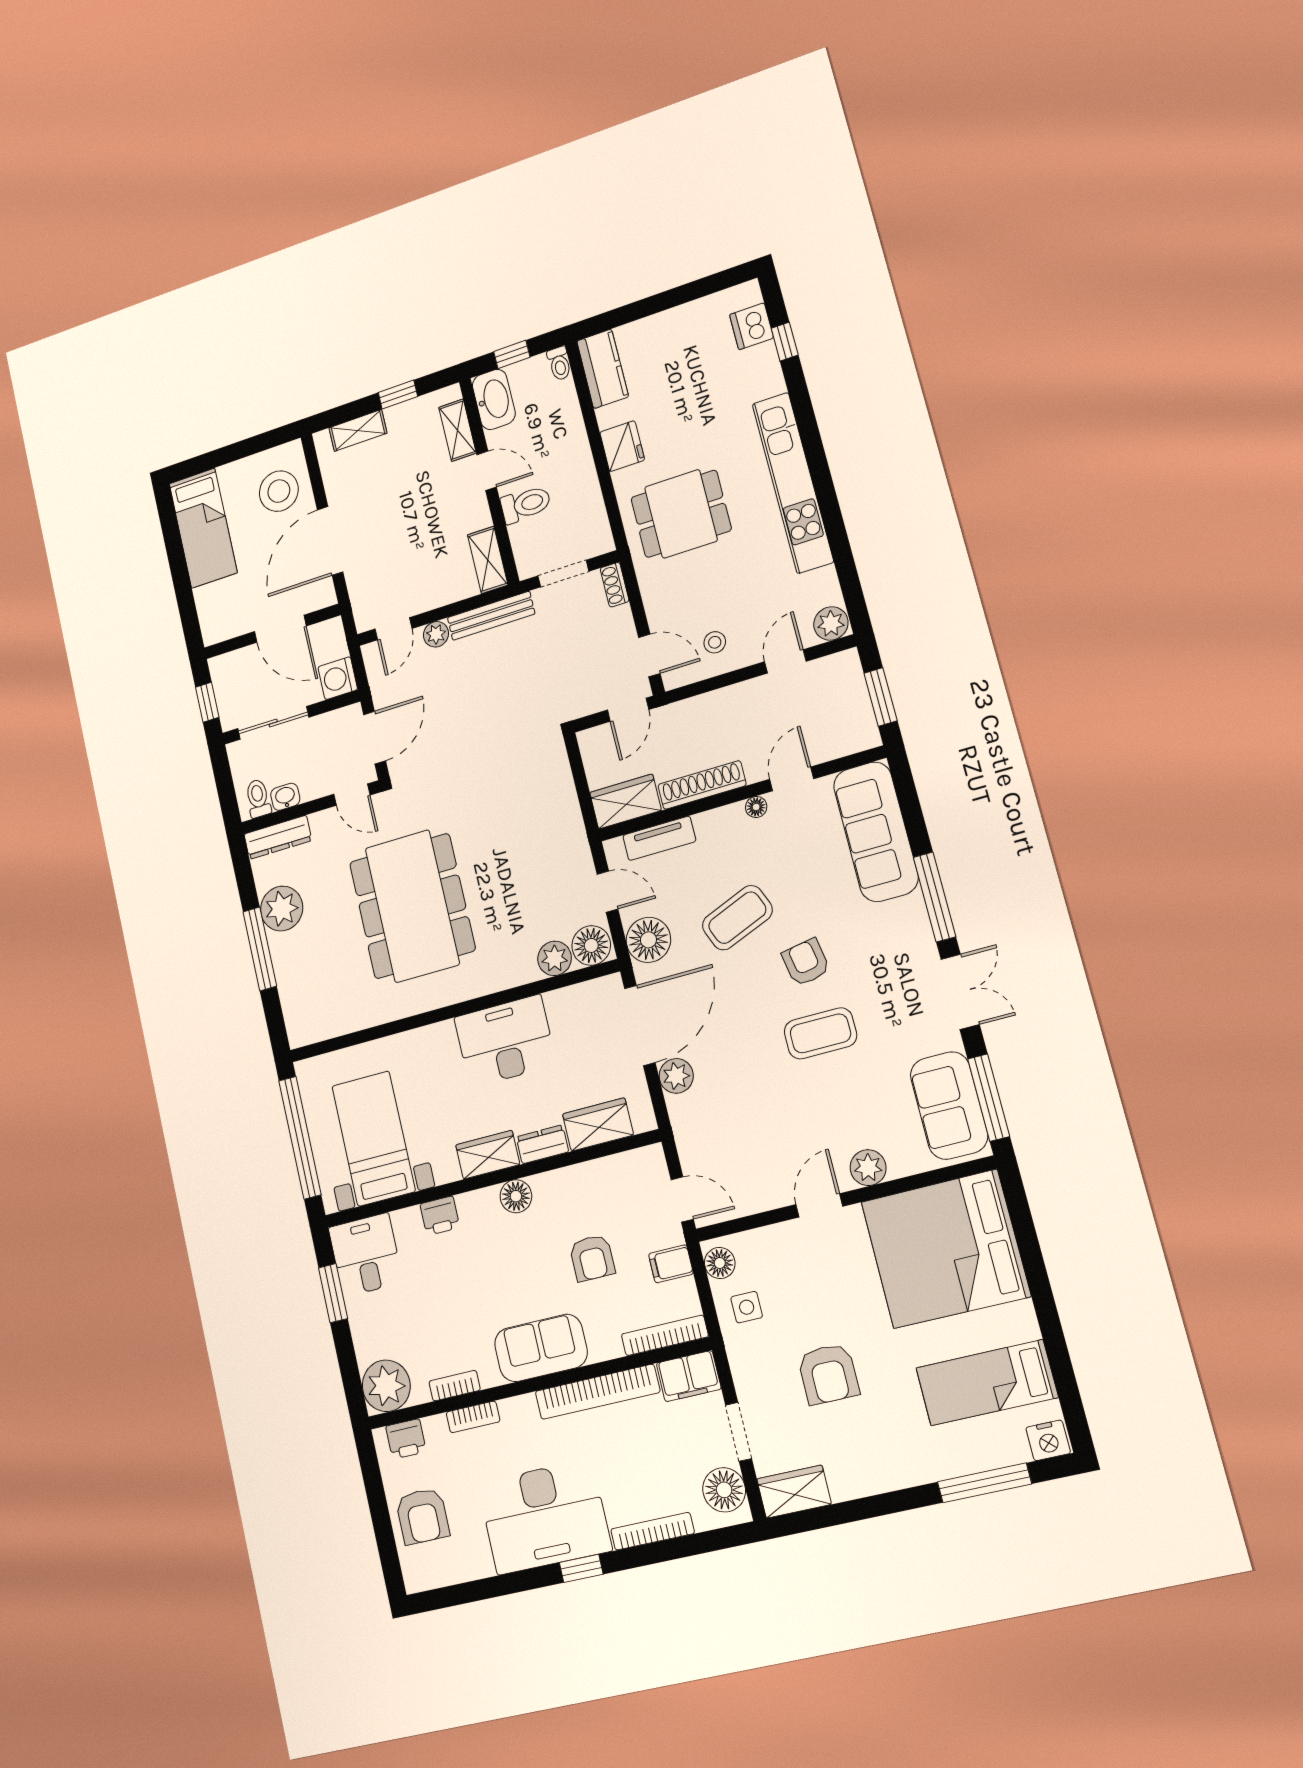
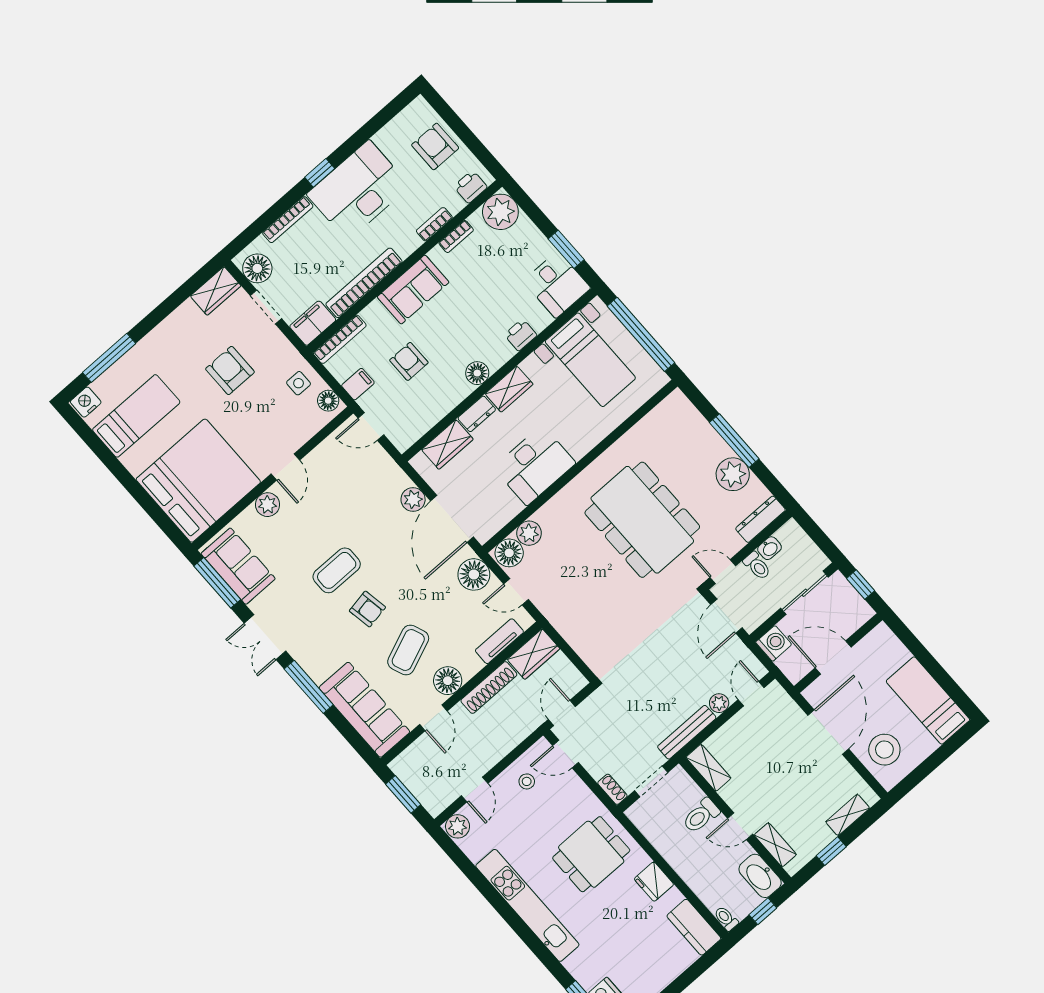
toilet: (258, 798) -> (757, 566), moved
floor lamp: (756, 807) -> (448, 681), width x1.89, depth x1.89
coffee table: (737, 918) -> (408, 650), moved

